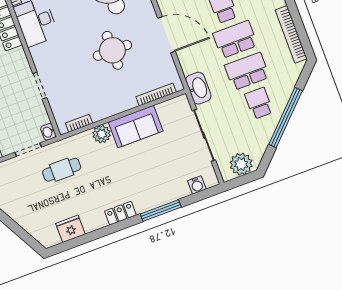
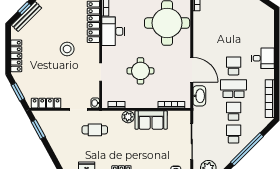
round table: (112, 50) -> (140, 71), moved
school desk: (247, 71) -> (234, 111), width x0.54
washbasin: (198, 88) -> (199, 96), moved

